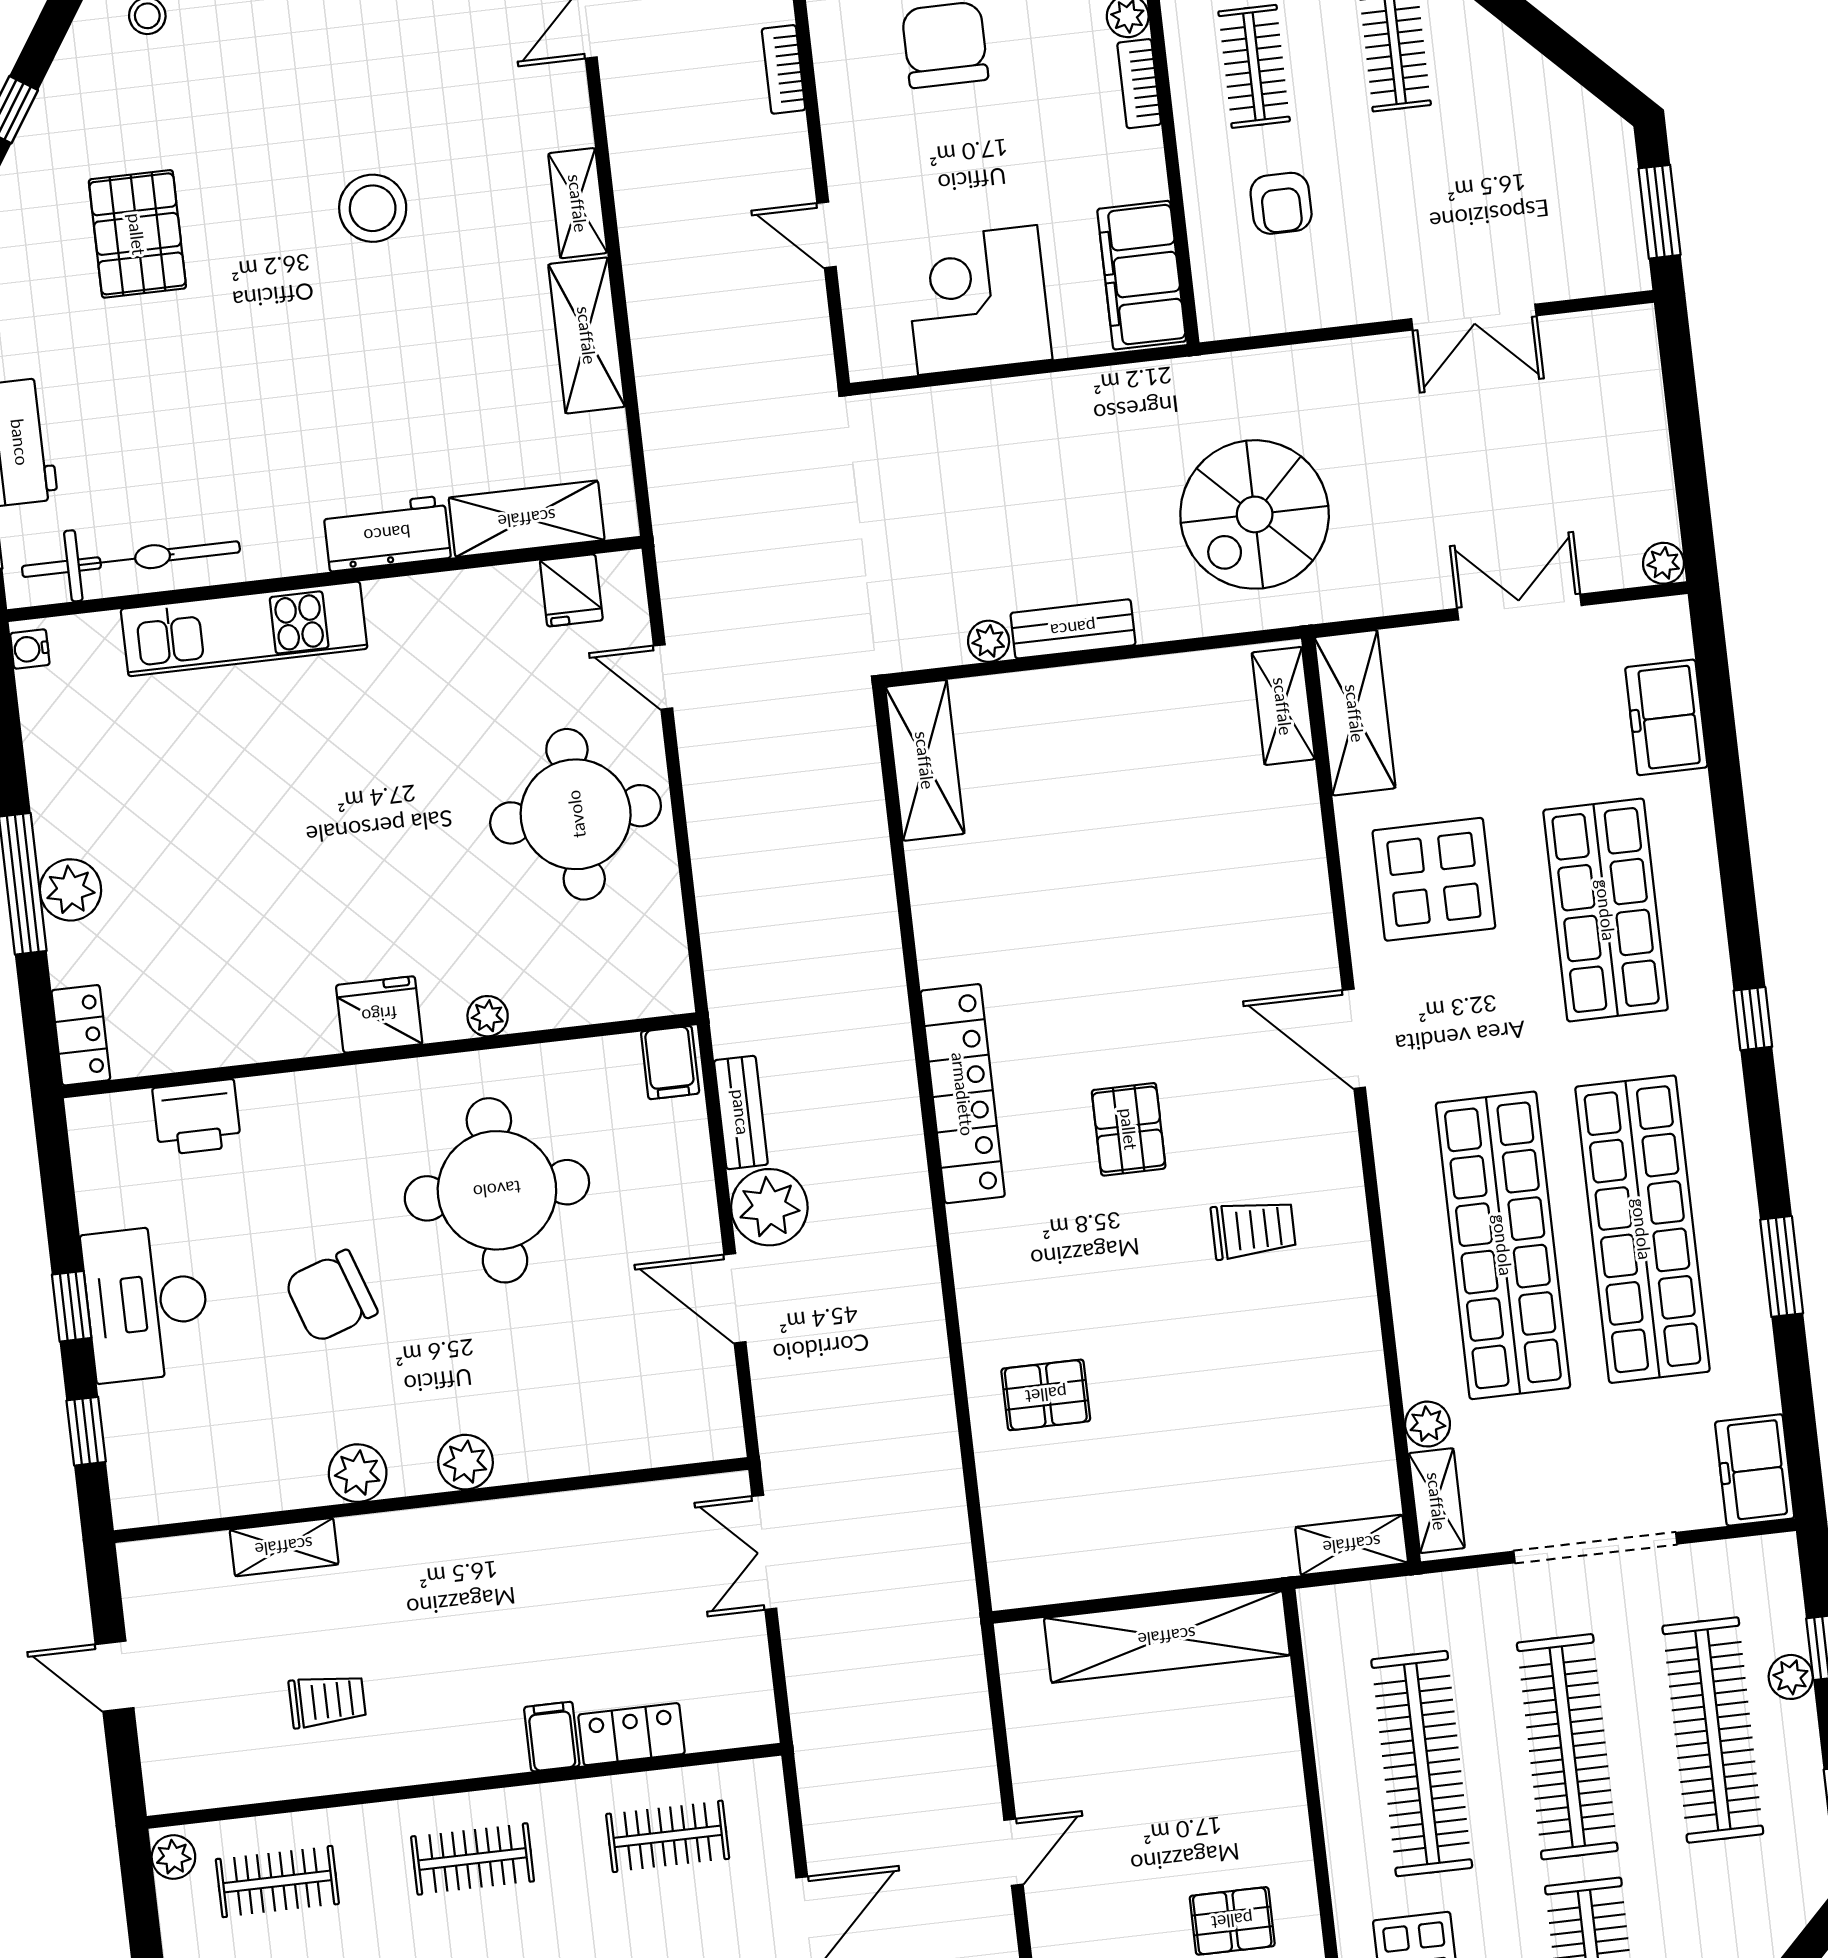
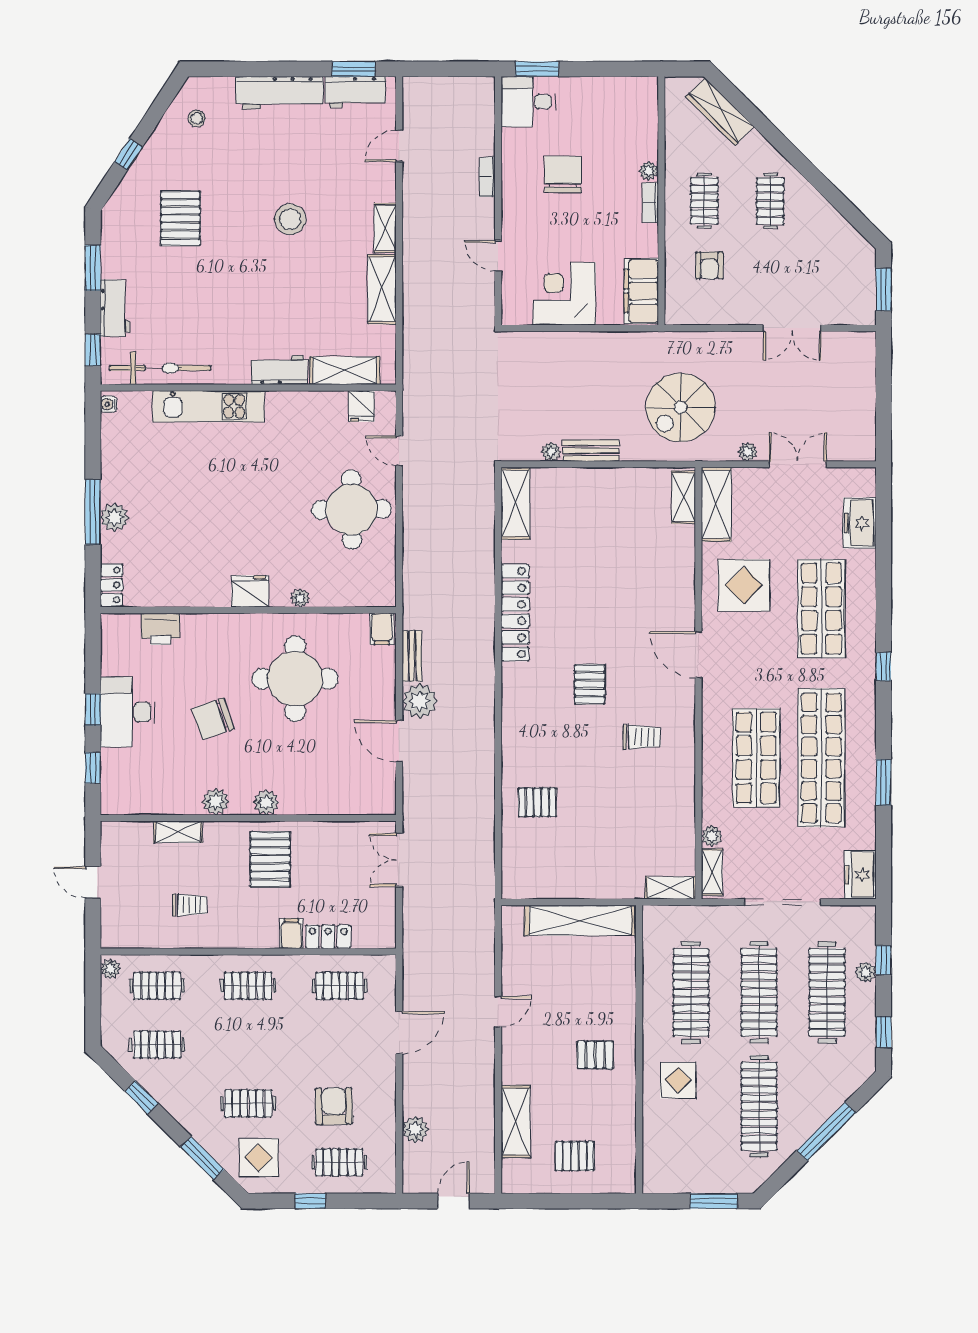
plant: (1663, 563) -> (748, 452), moved
locker: (963, 1094) -> (515, 613), moved
shop shelf: (1503, 1245) -> (756, 758), width x0.71
pallet: (488, 1583) -> (270, 859), added

